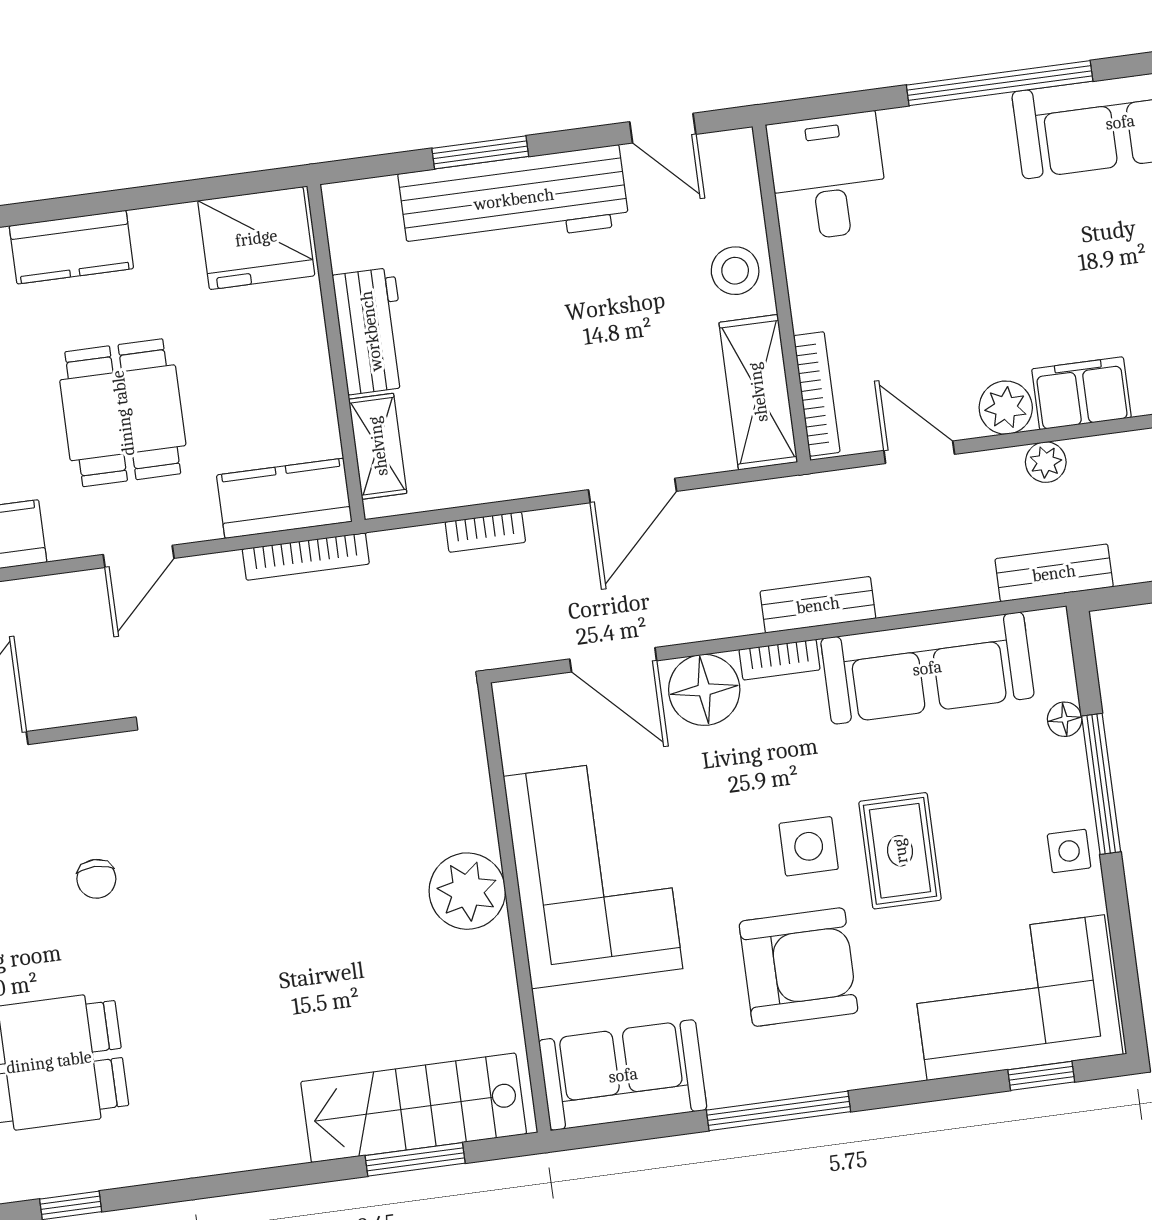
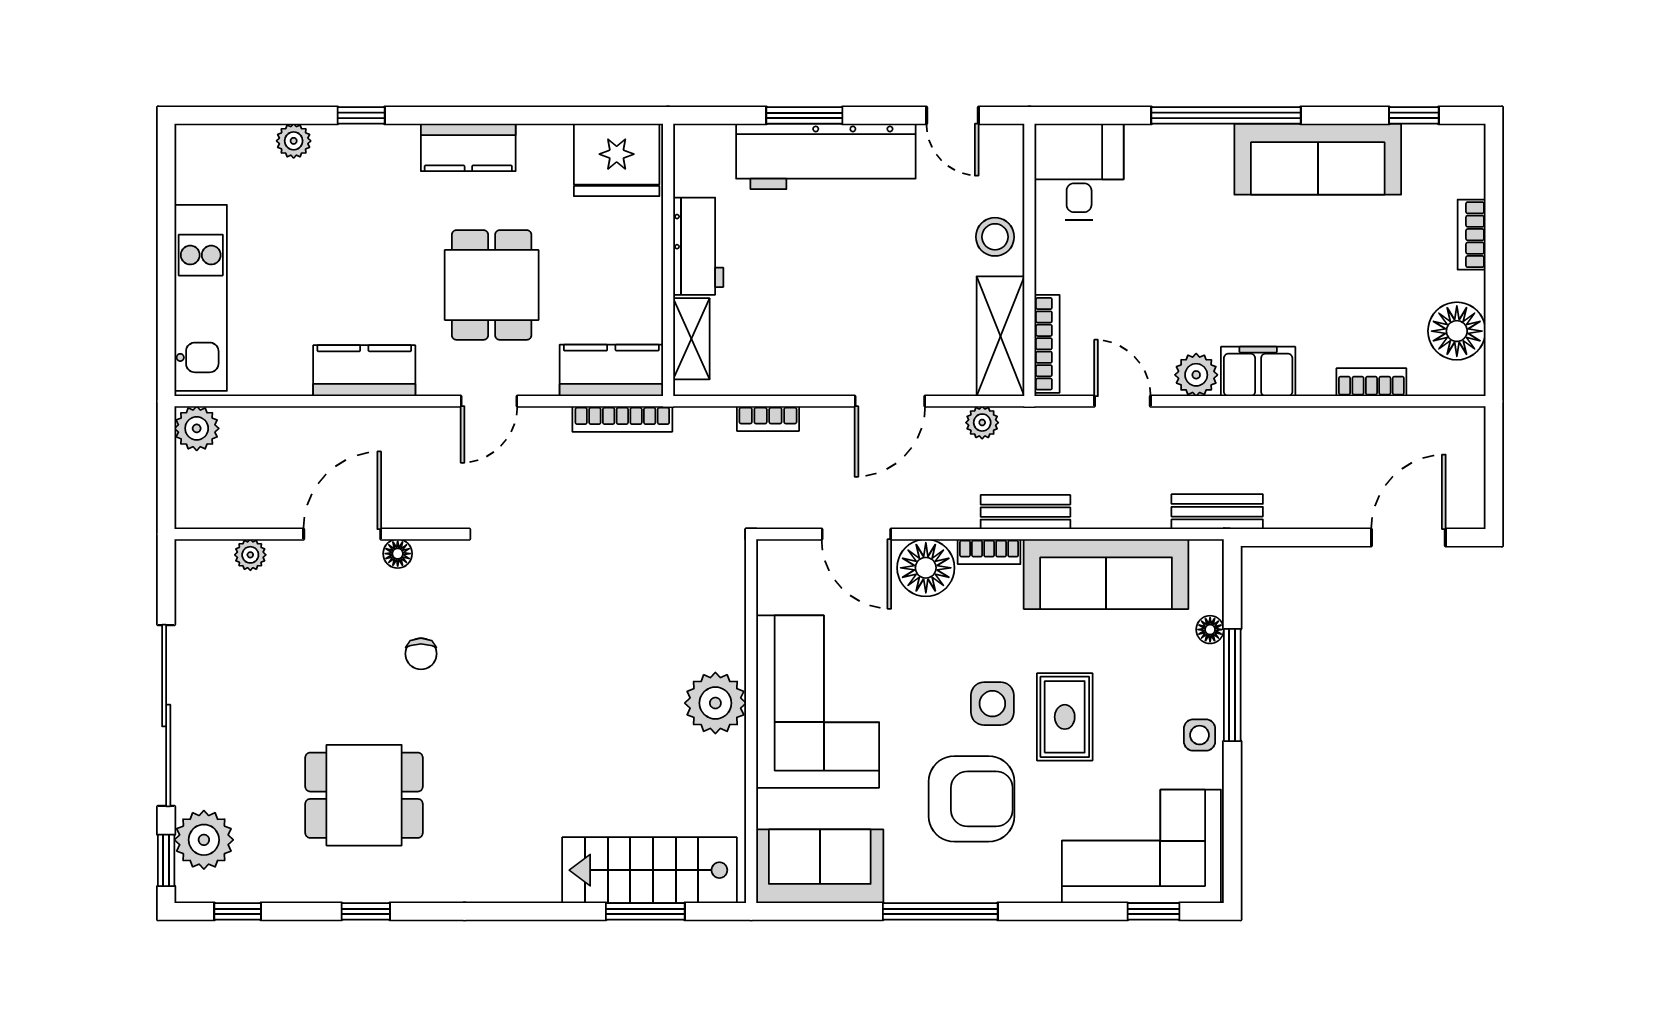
plant: (1046, 462) -> (982, 423), moved
floor lamp: (51, 759) -> (398, 554), added

